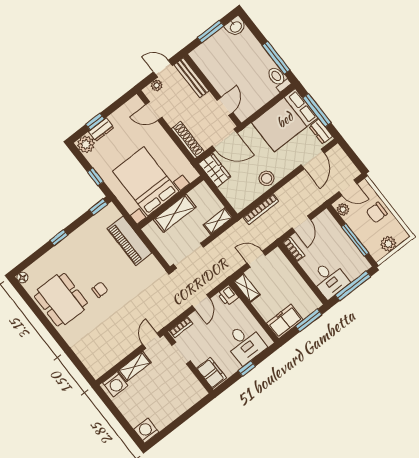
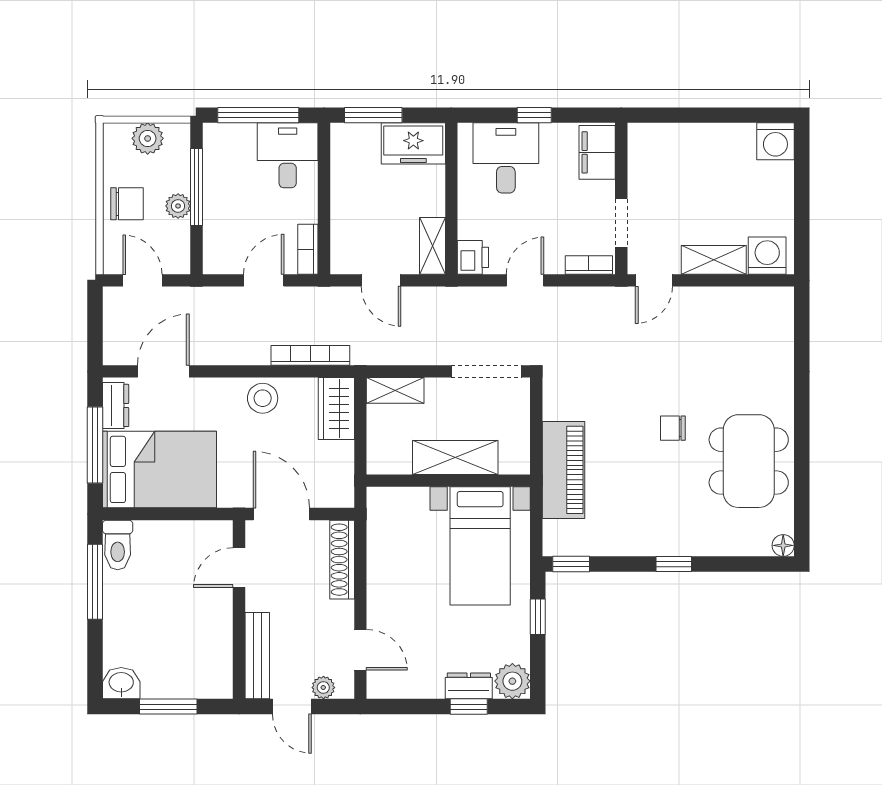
wardrobe: (215, 170) -> (336, 408), moved
bed with nightstands: (146, 181) -> (480, 546), width x0.73
plant: (343, 209) -> (178, 206), moved

